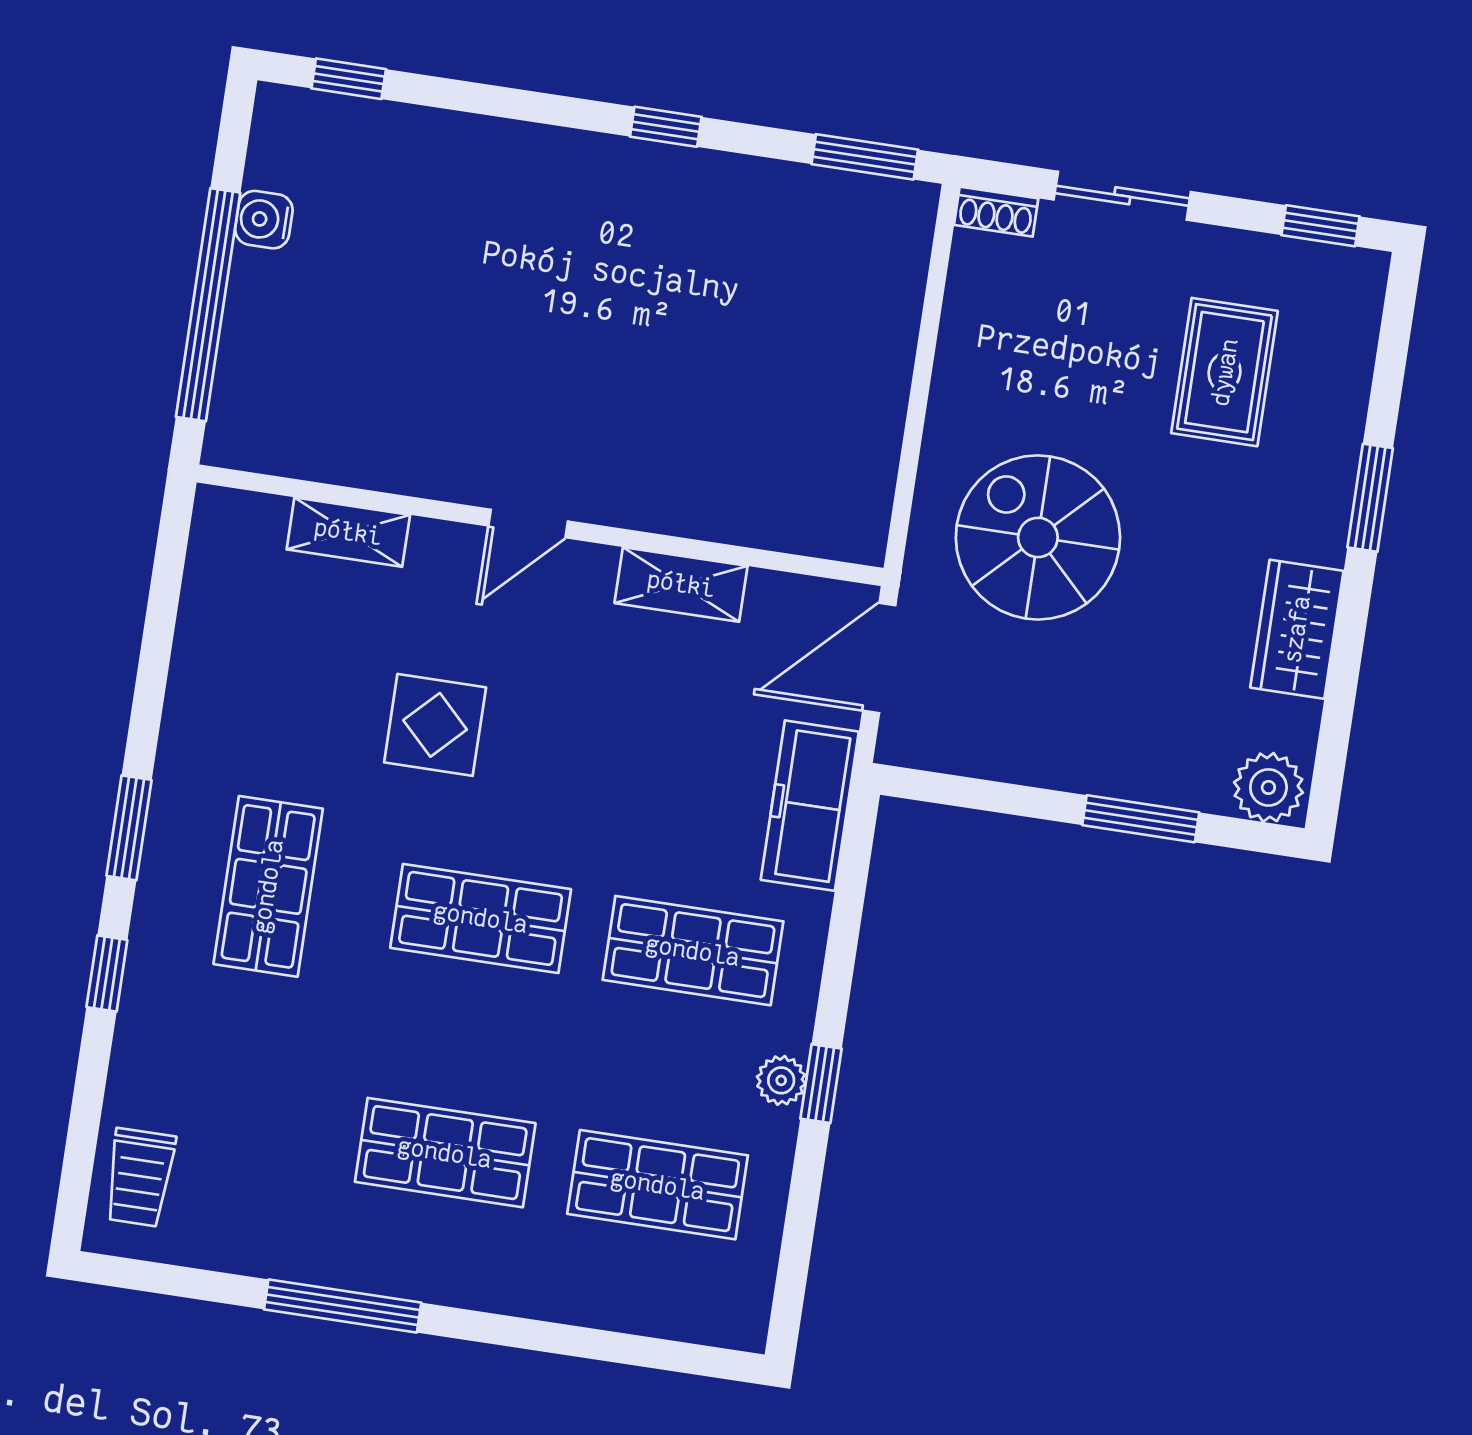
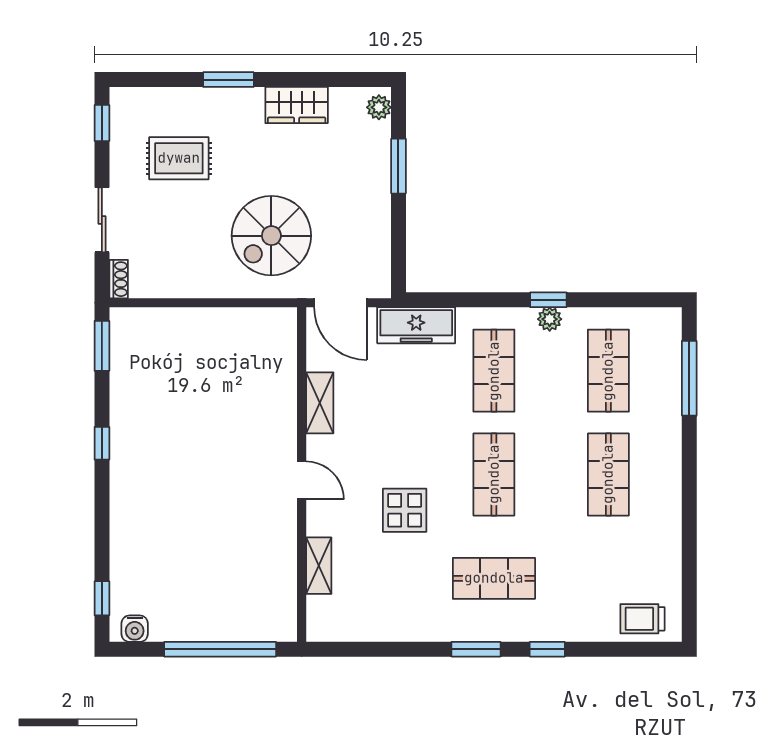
water cooler: (264, 220) -> (135, 629), moved
plant: (1268, 787) -> (379, 107), width x0.73, depth x0.73
trolley: (140, 1178) -> (642, 619), turned 180
window: (343, 1306) -> (689, 378), moved

